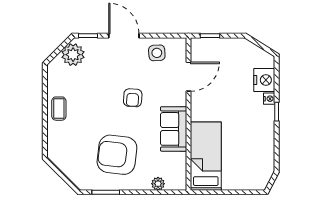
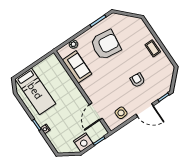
plant: (73, 55) -> (165, 82), removed
nightstand: (264, 80) -> (83, 142), moved, turned -90
armchair: (133, 98) -> (138, 80), moved
sofa: (174, 129) -> (77, 67), moved
bed: (206, 156) -> (35, 91), moved

